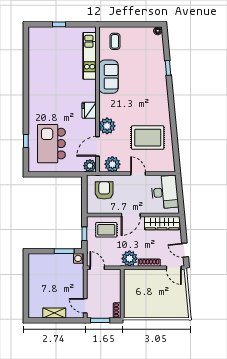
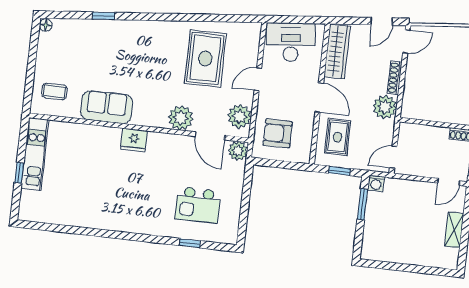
kitchen unit: (90, 56) -> (35, 154), moved, turned -90
fridge: (89, 110) -> (134, 140), moved
kitchen island: (51, 144) -> (198, 205), width x0.73, depth x0.78

